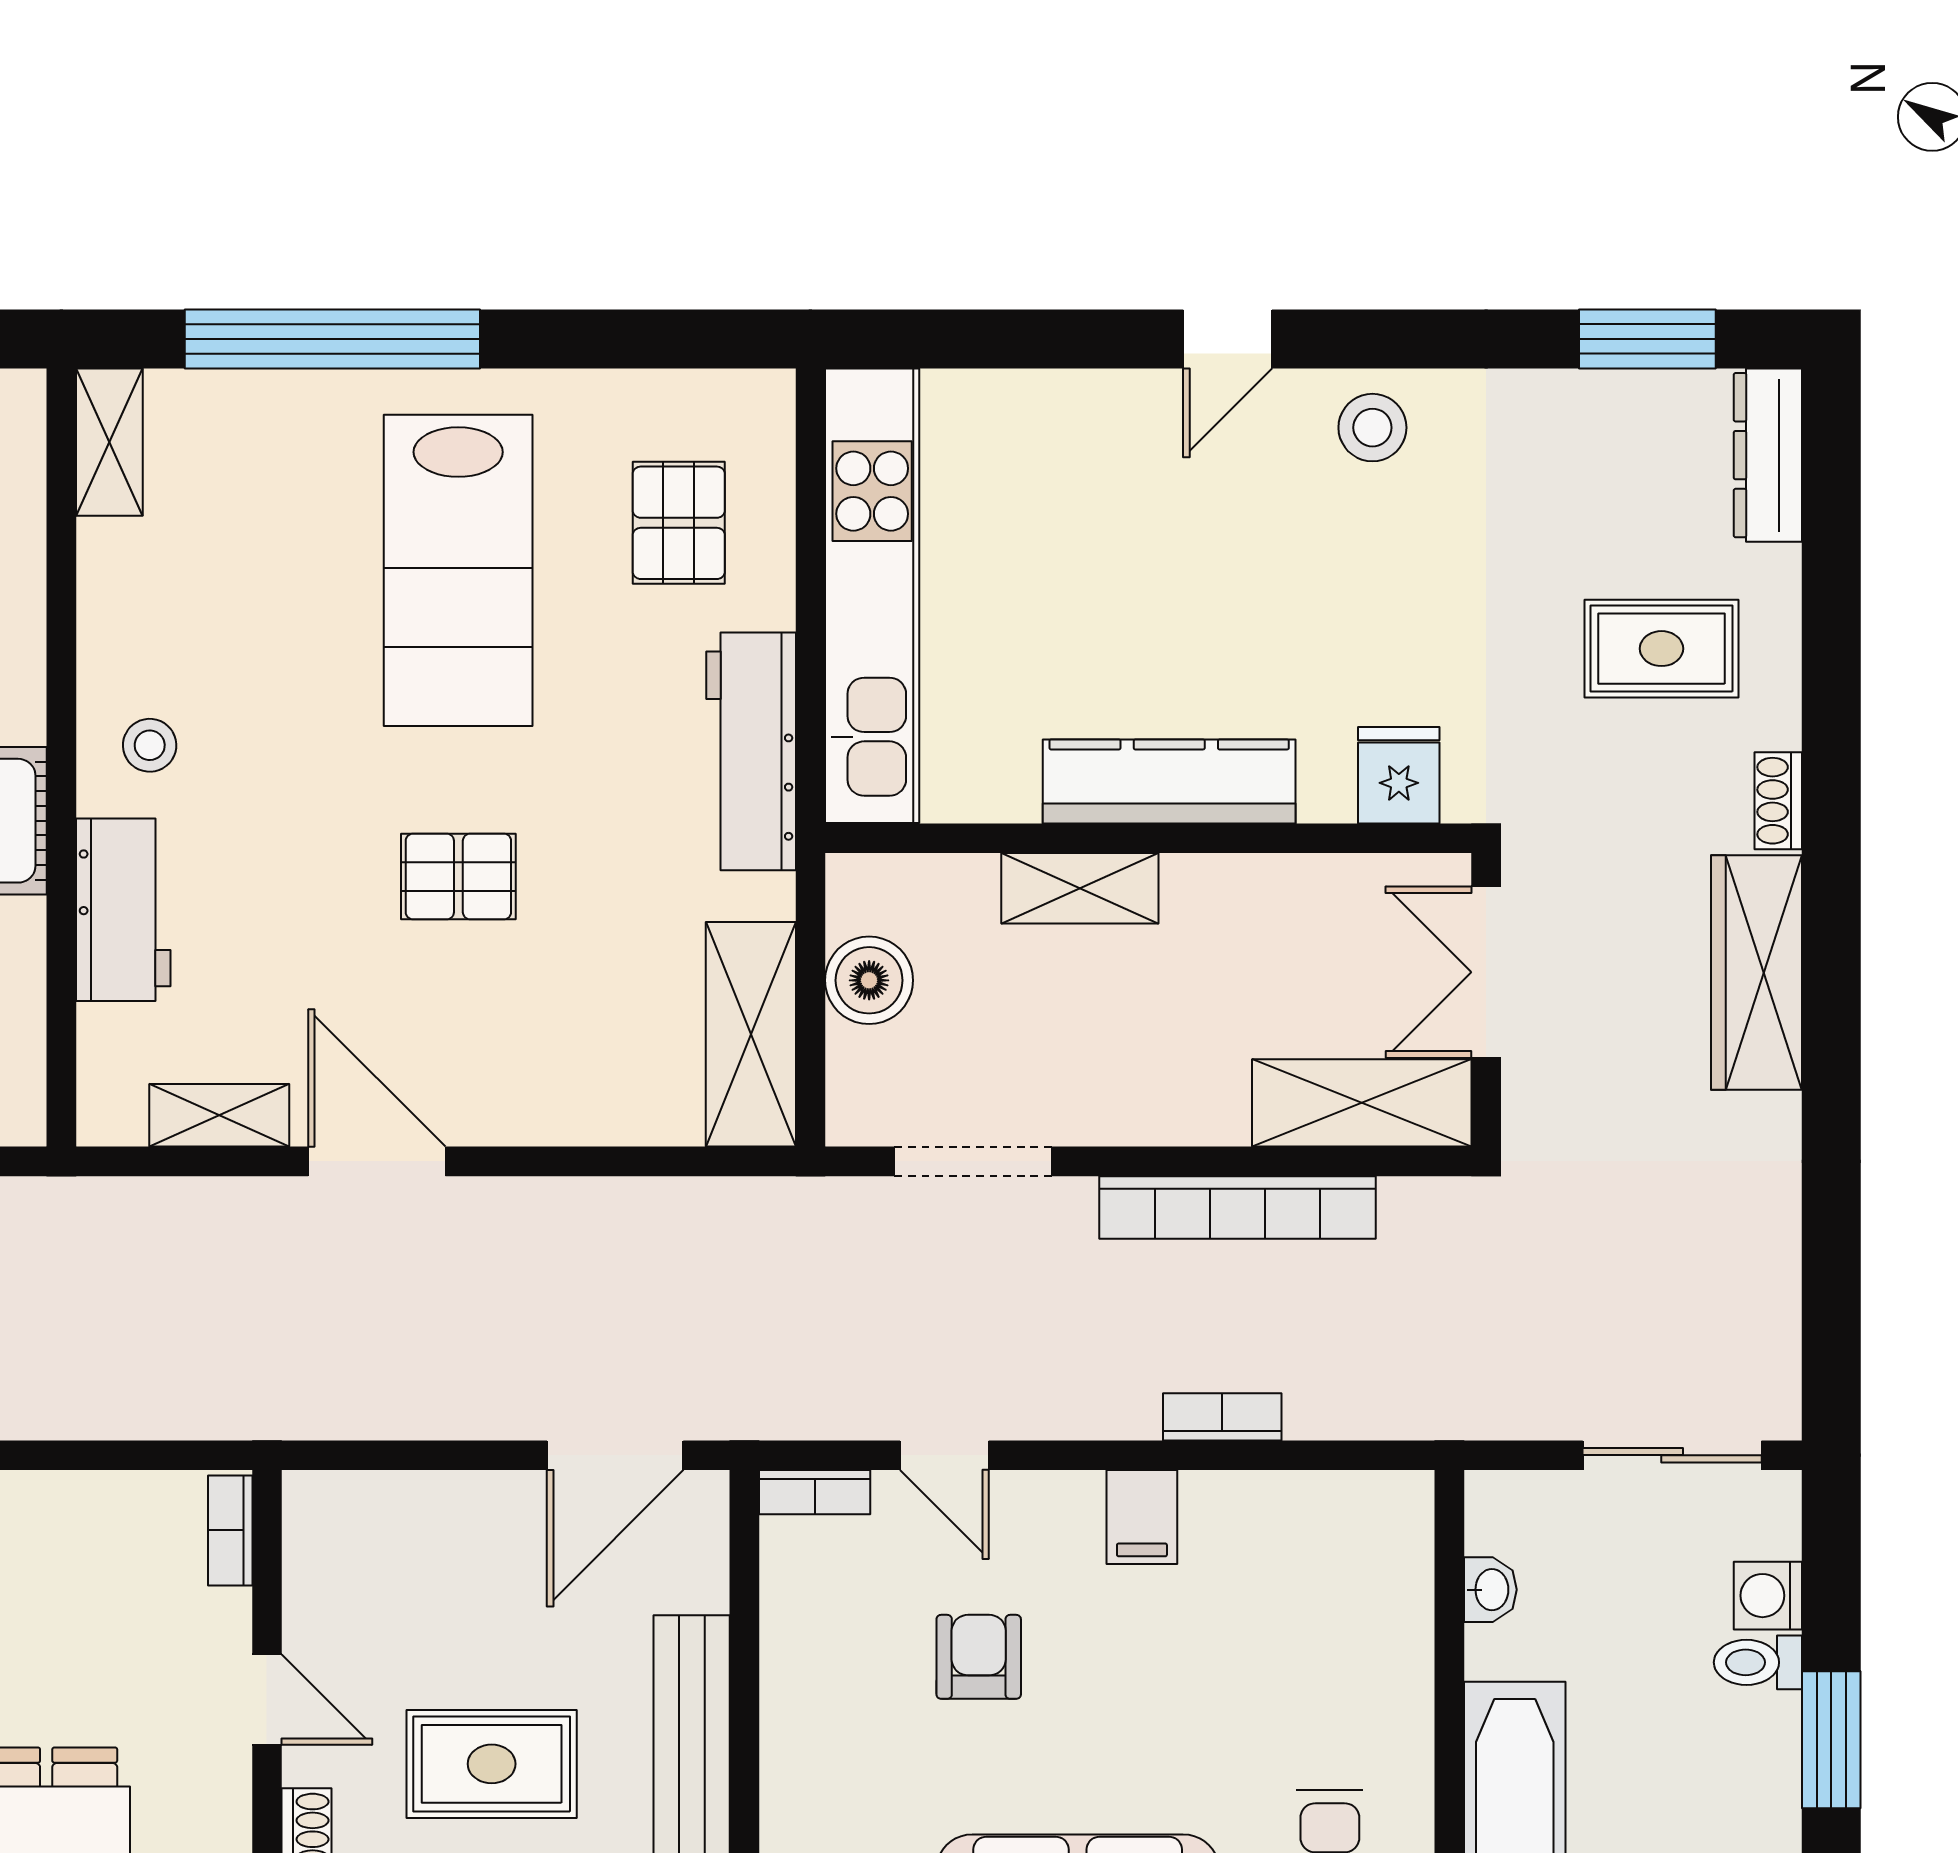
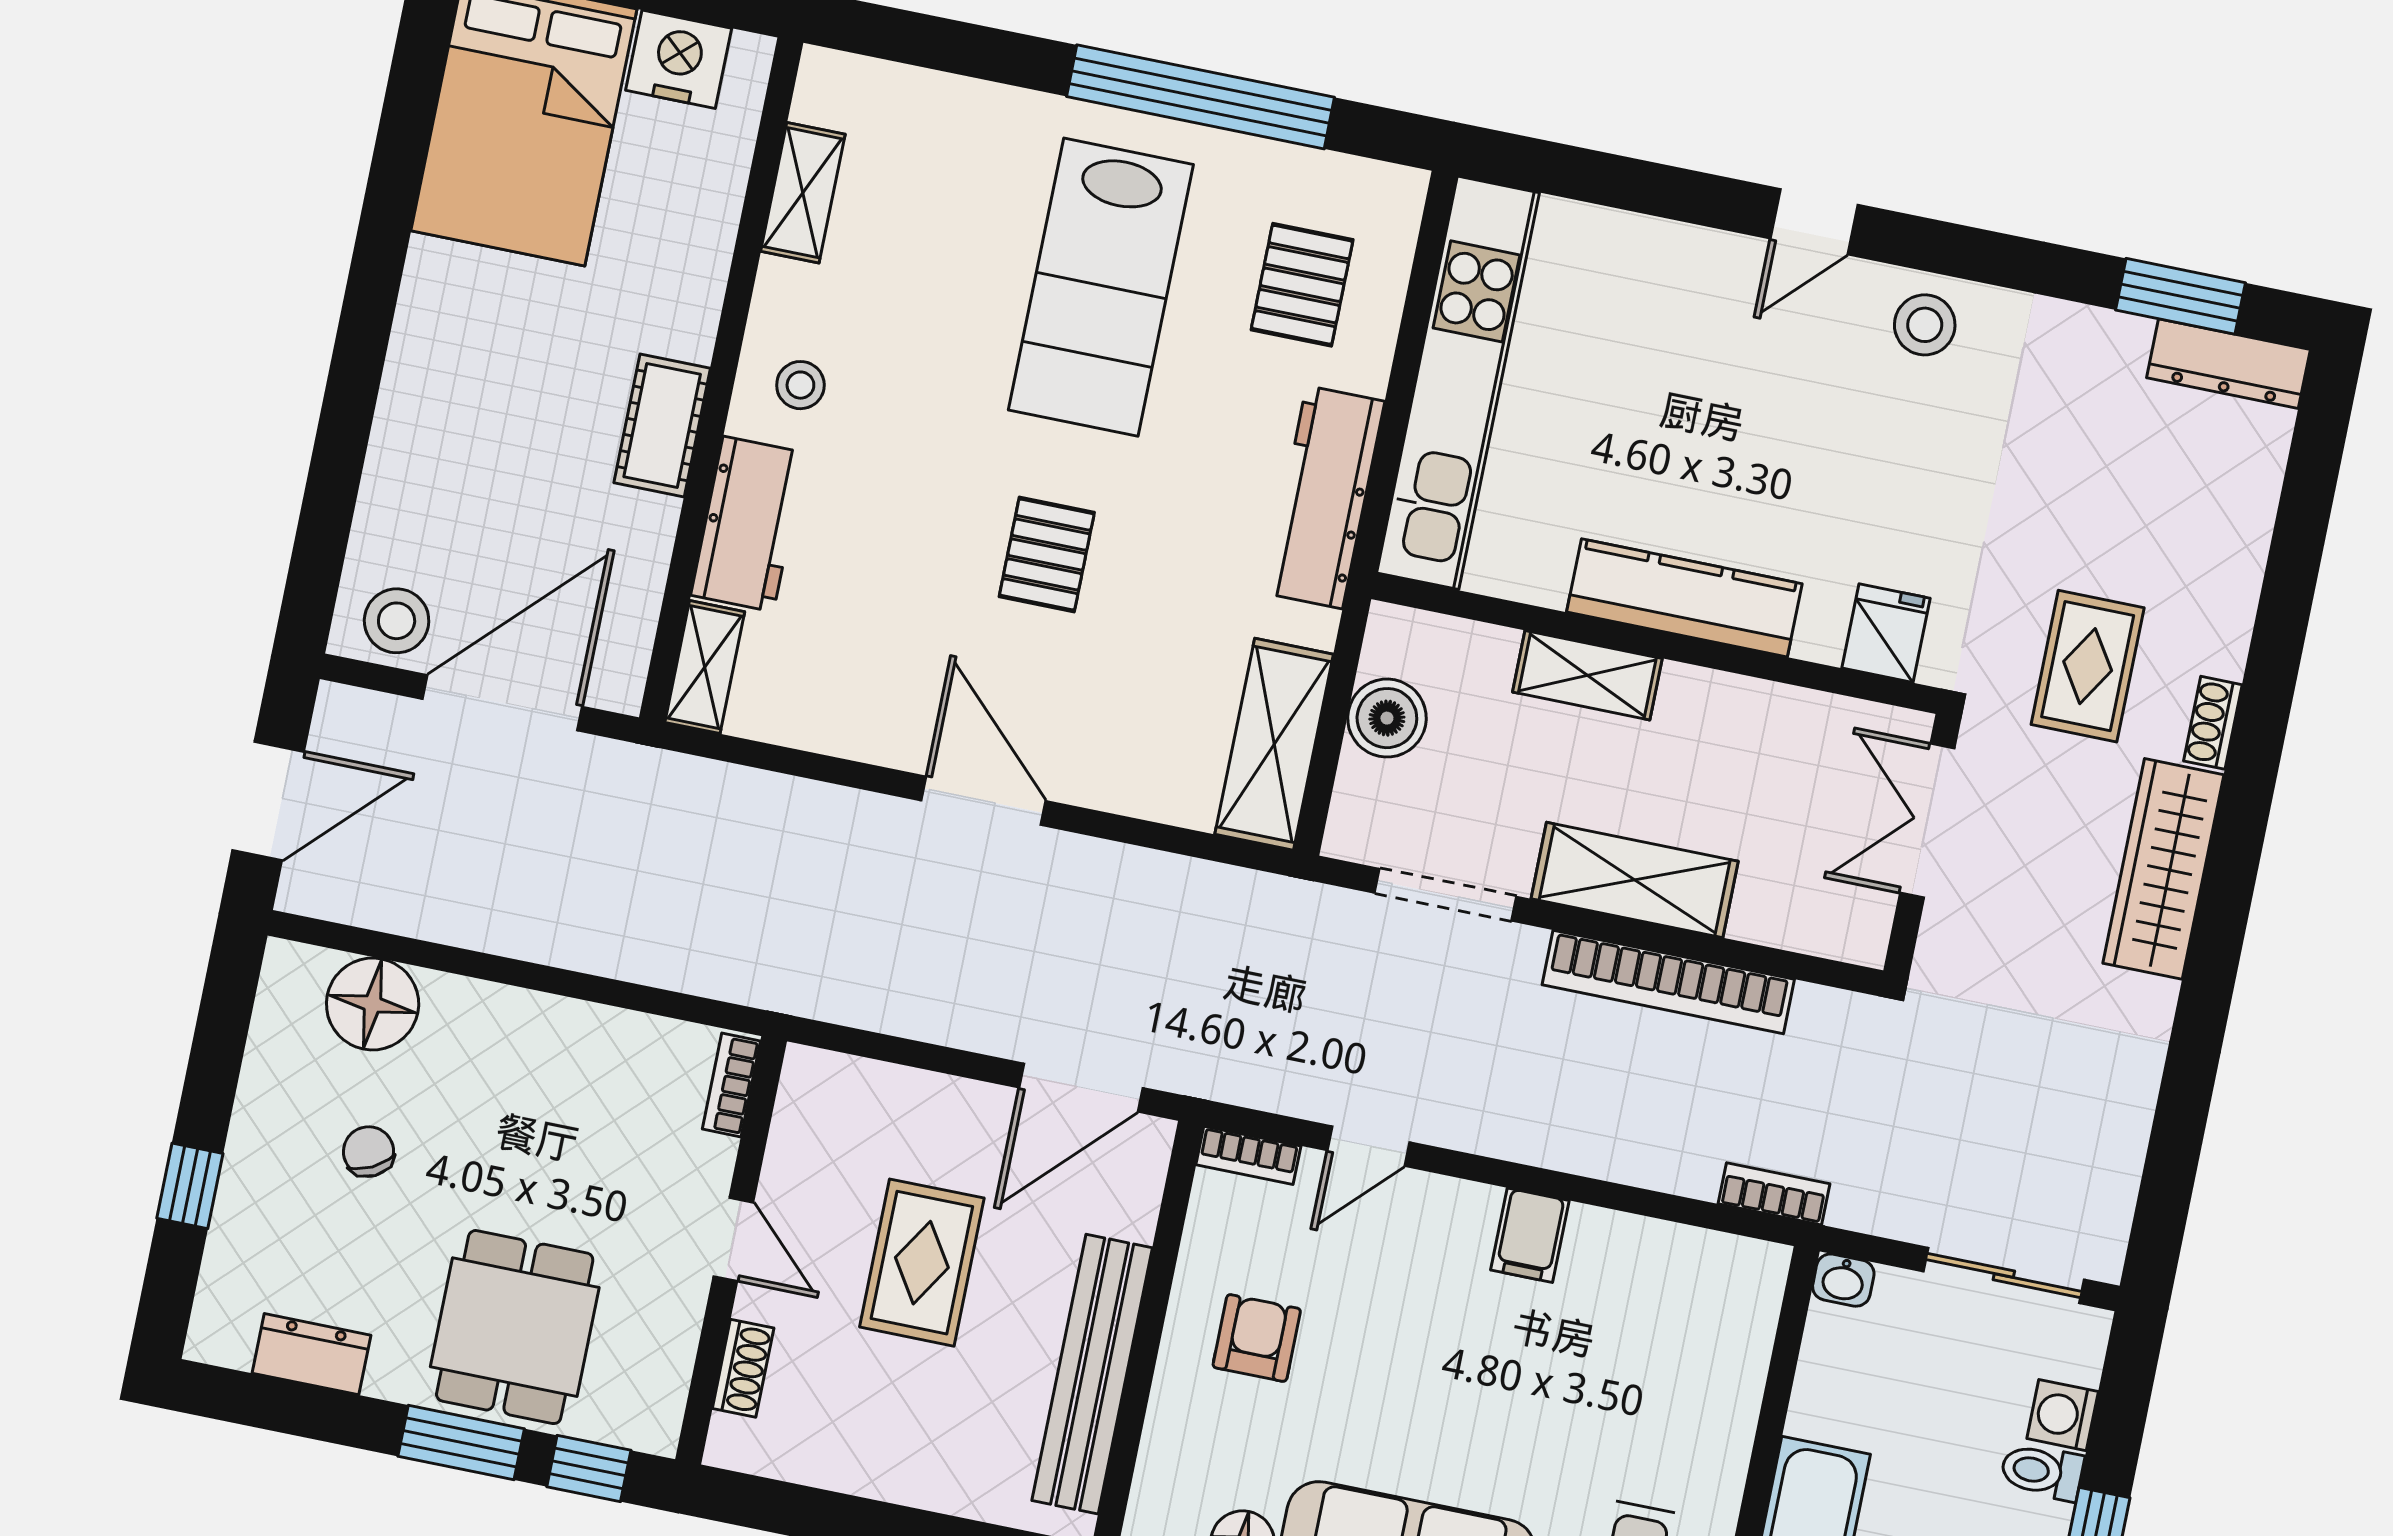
window: (332, 339) -> (1200, 97), moved
shelving: (109, 442) -> (803, 193), moved
dresser: (1768, 455) -> (2228, 364), moved, turned -90
rug: (1661, 649) -> (2088, 666), moved, turned 90
pallet: (458, 877) -> (1047, 554), turned 90
shelving: (1362, 1103) -> (1635, 880), moved
shelving: (219, 1115) -> (705, 667), moved, turned 90
door: (377, 1161) -> (983, 801), moved
bookcase: (1222, 1417) -> (1774, 1194), moved
door: (944, 1455) -> (1368, 1146), hinge flipped
washbasin: (1490, 1590) -> (1843, 1280), moved, turned 90
armchair: (979, 1657) -> (1257, 1338), moved
rug: (492, 1764) -> (922, 1263), moved, turned 90

